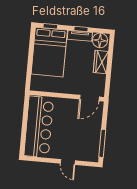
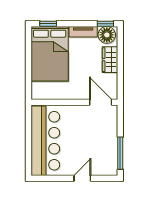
window: (81, 29) -> (105, 24), moved
door: (89, 98) -> (101, 102), swing flipped
door: (68, 162) -> (82, 178), swing flipped

